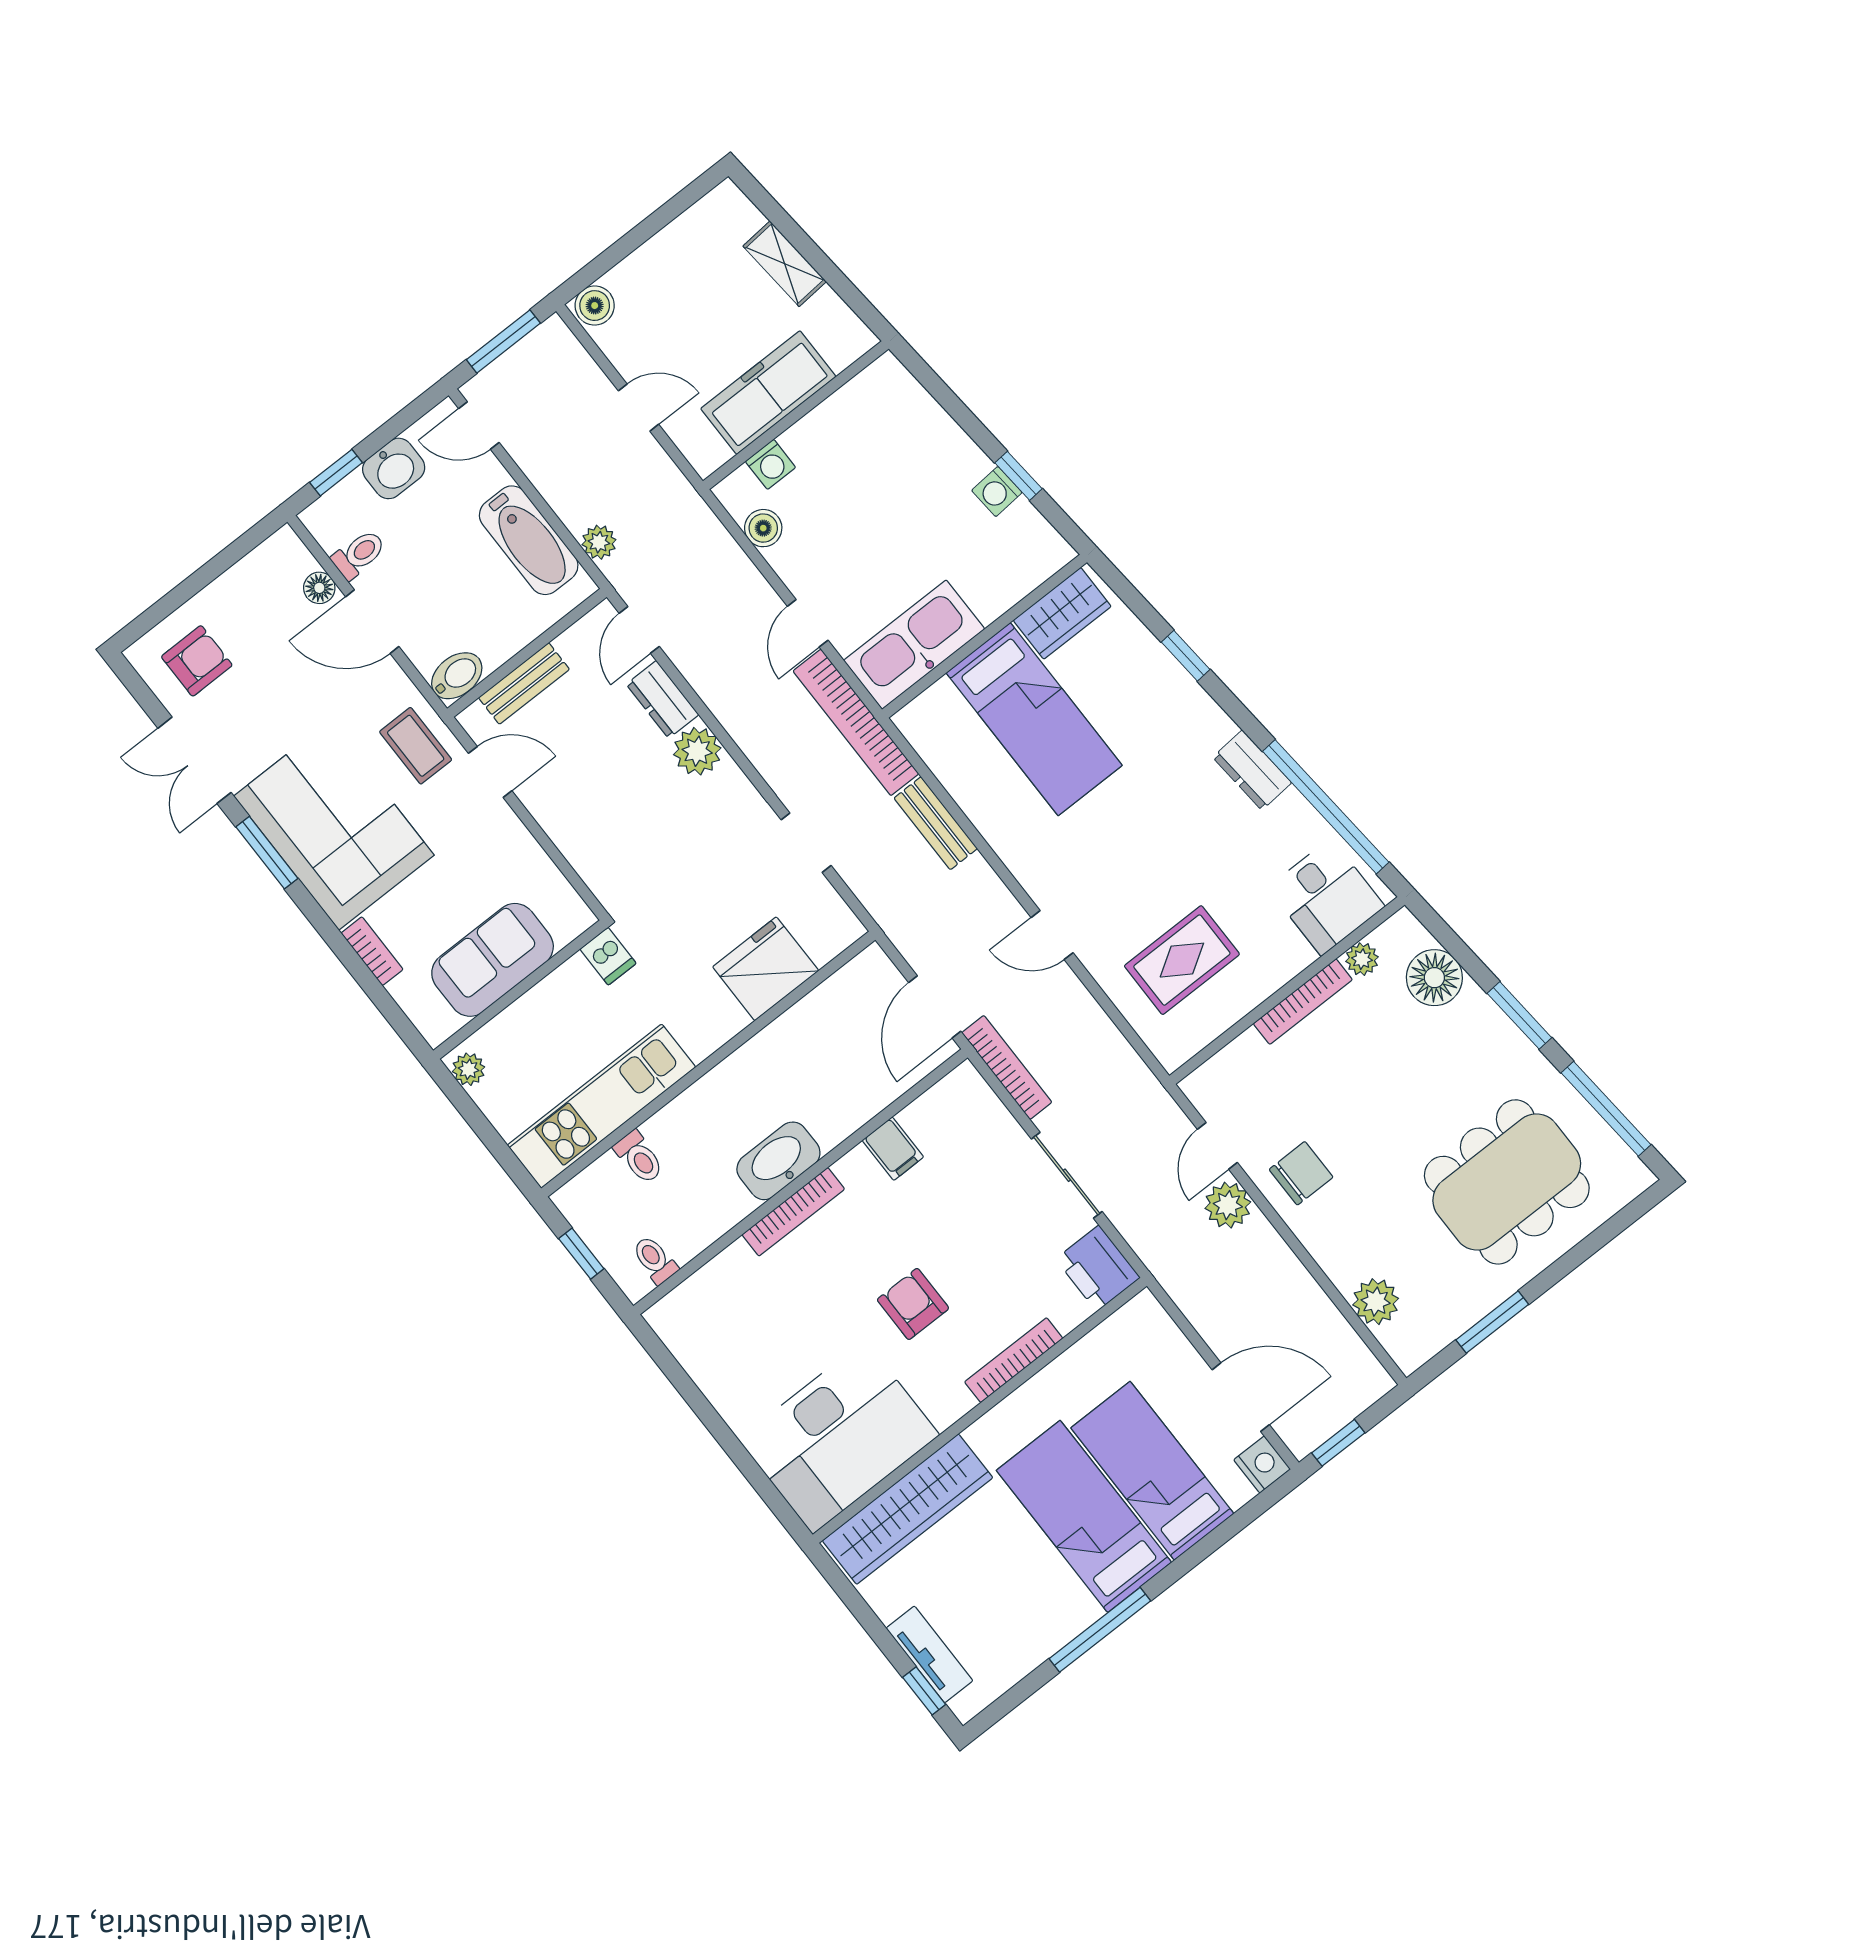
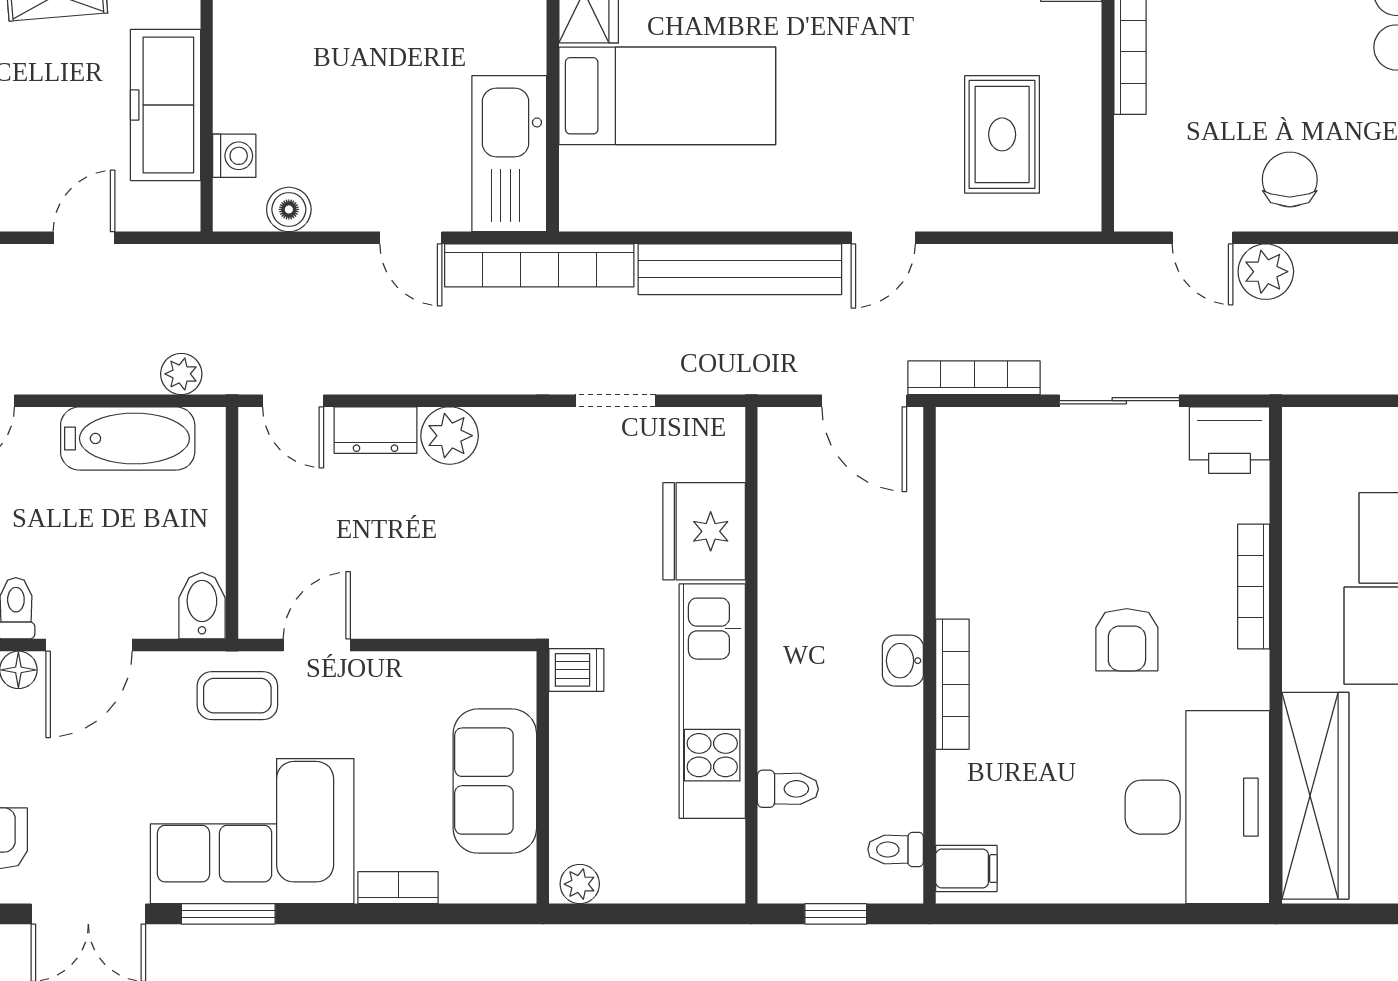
bench: (524, 683) -> (259, 548), removed
bench: (936, 823) -> (740, 269), width x1.86, depth x1.21
kitchen unit: (602, 1106) -> (712, 701), moved
filing cabinet: (893, 1149) -> (966, 868), moved
washbasin: (778, 1161) -> (903, 661), width x0.52, depth x0.69
armchair: (913, 1304) -> (1127, 640), turned -90

